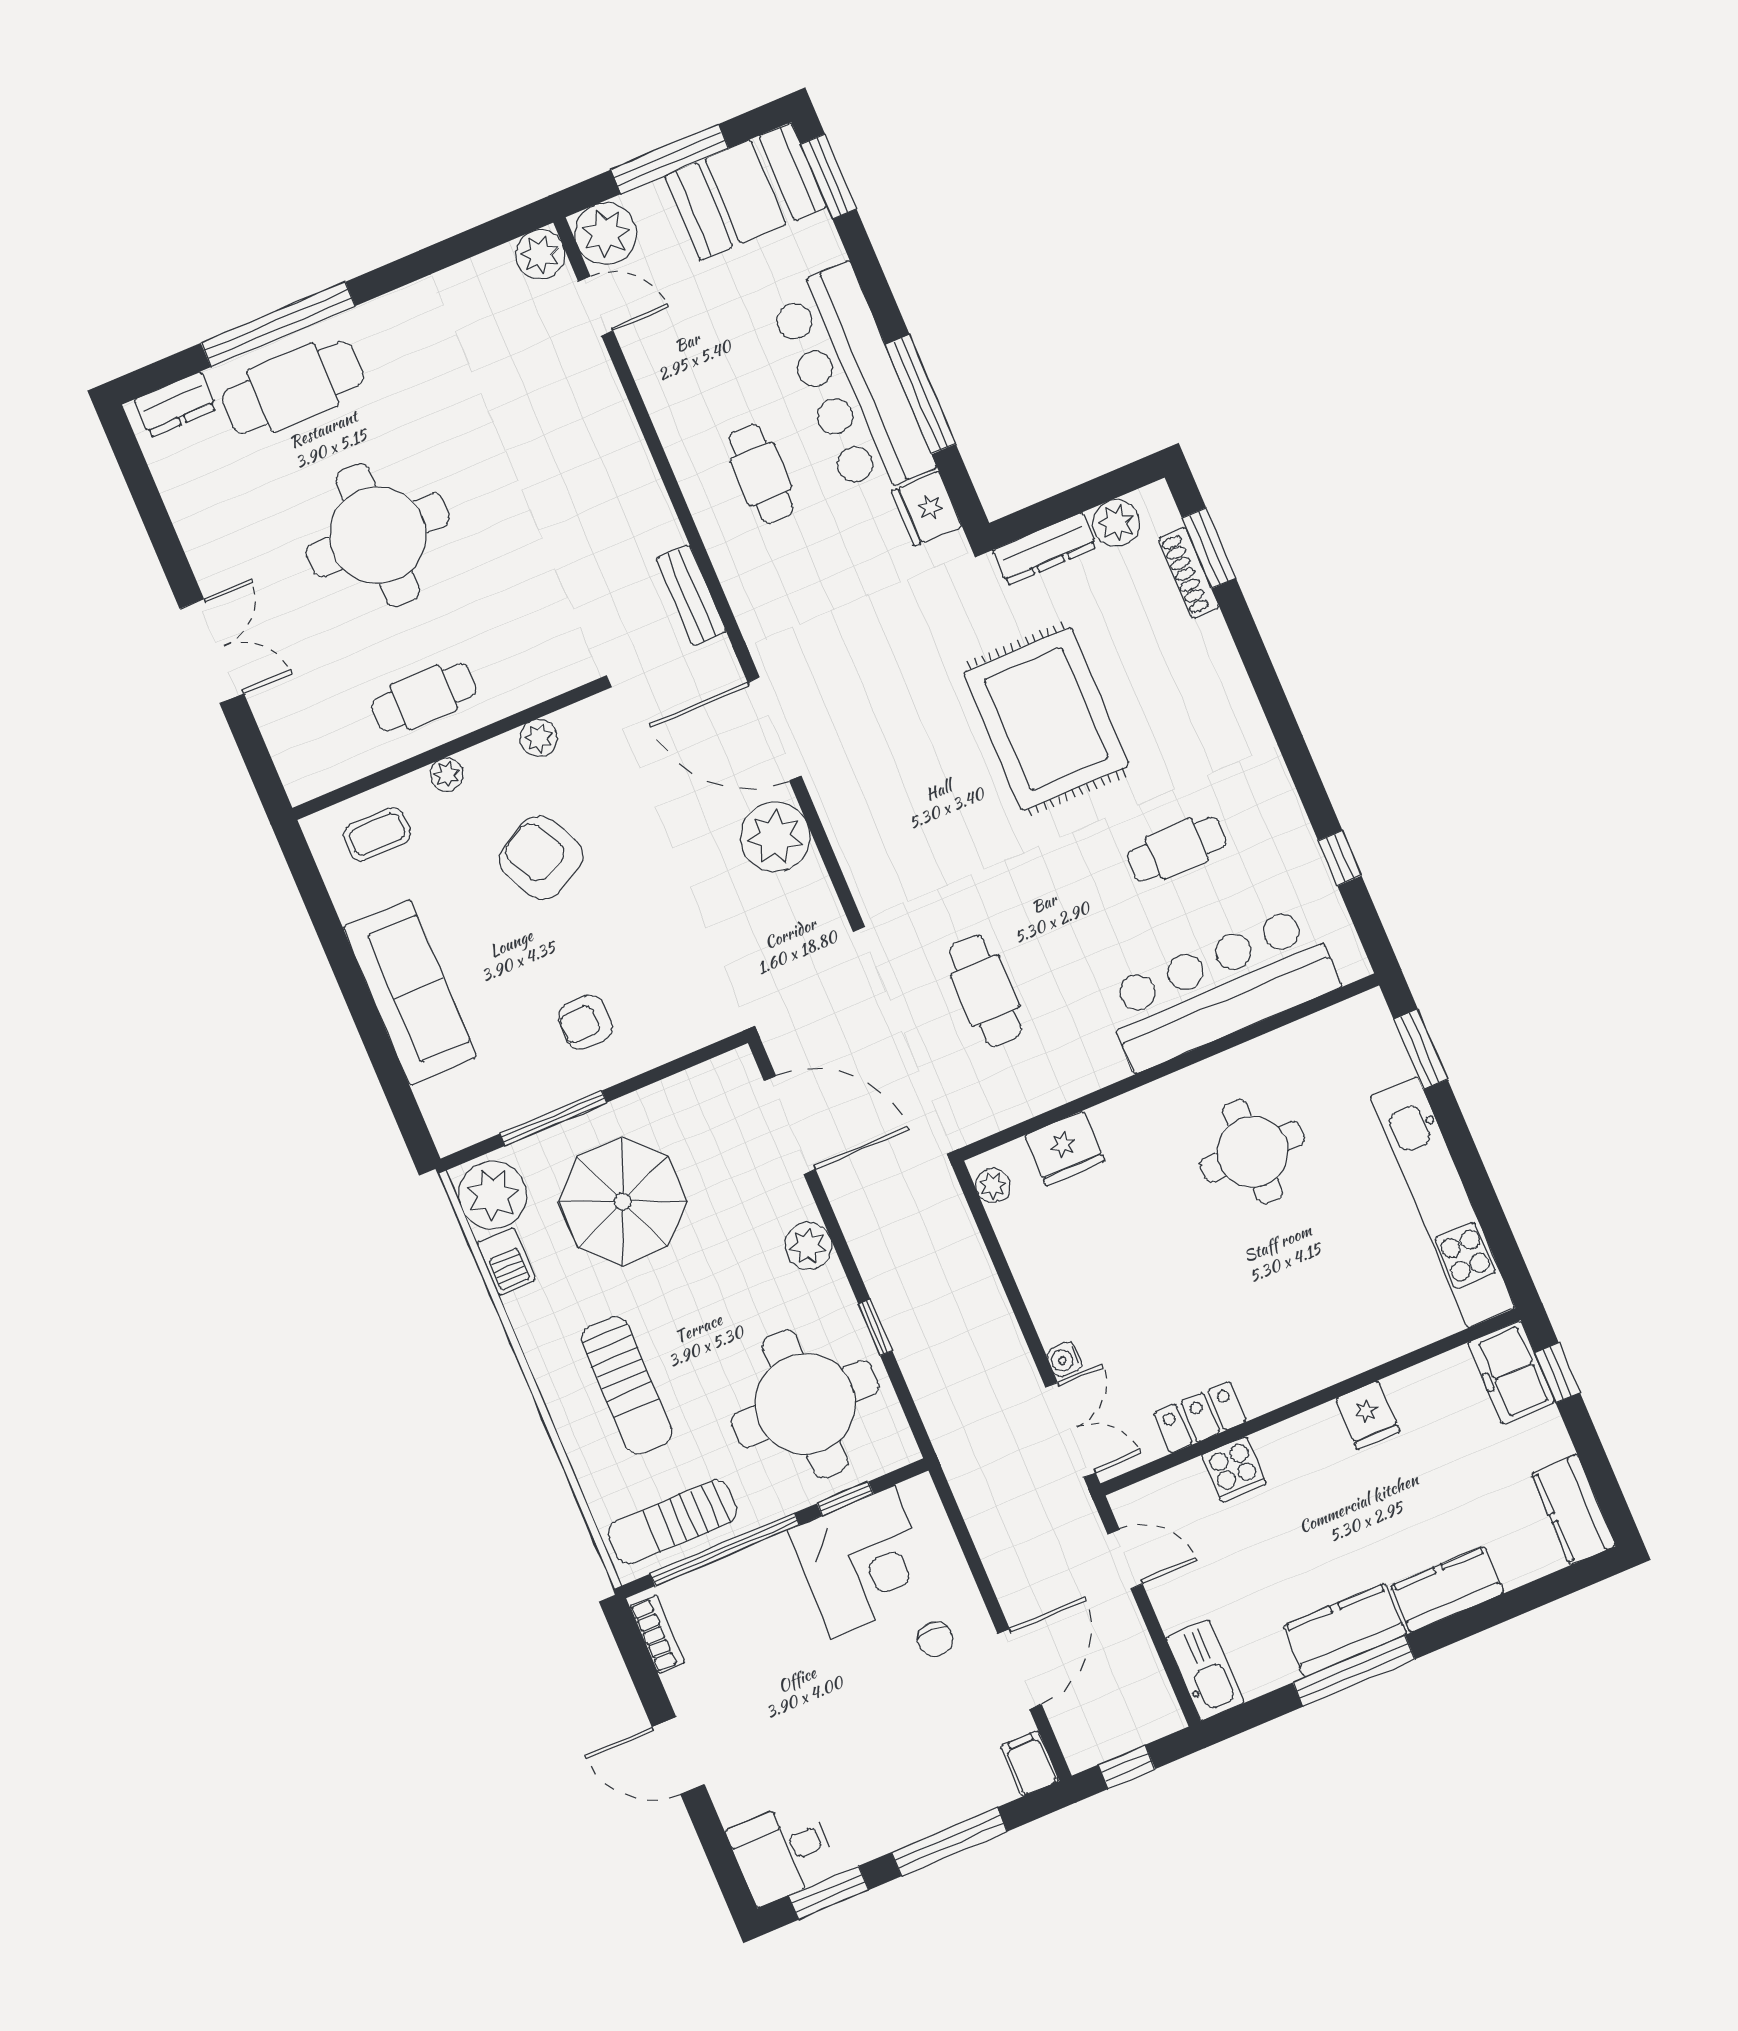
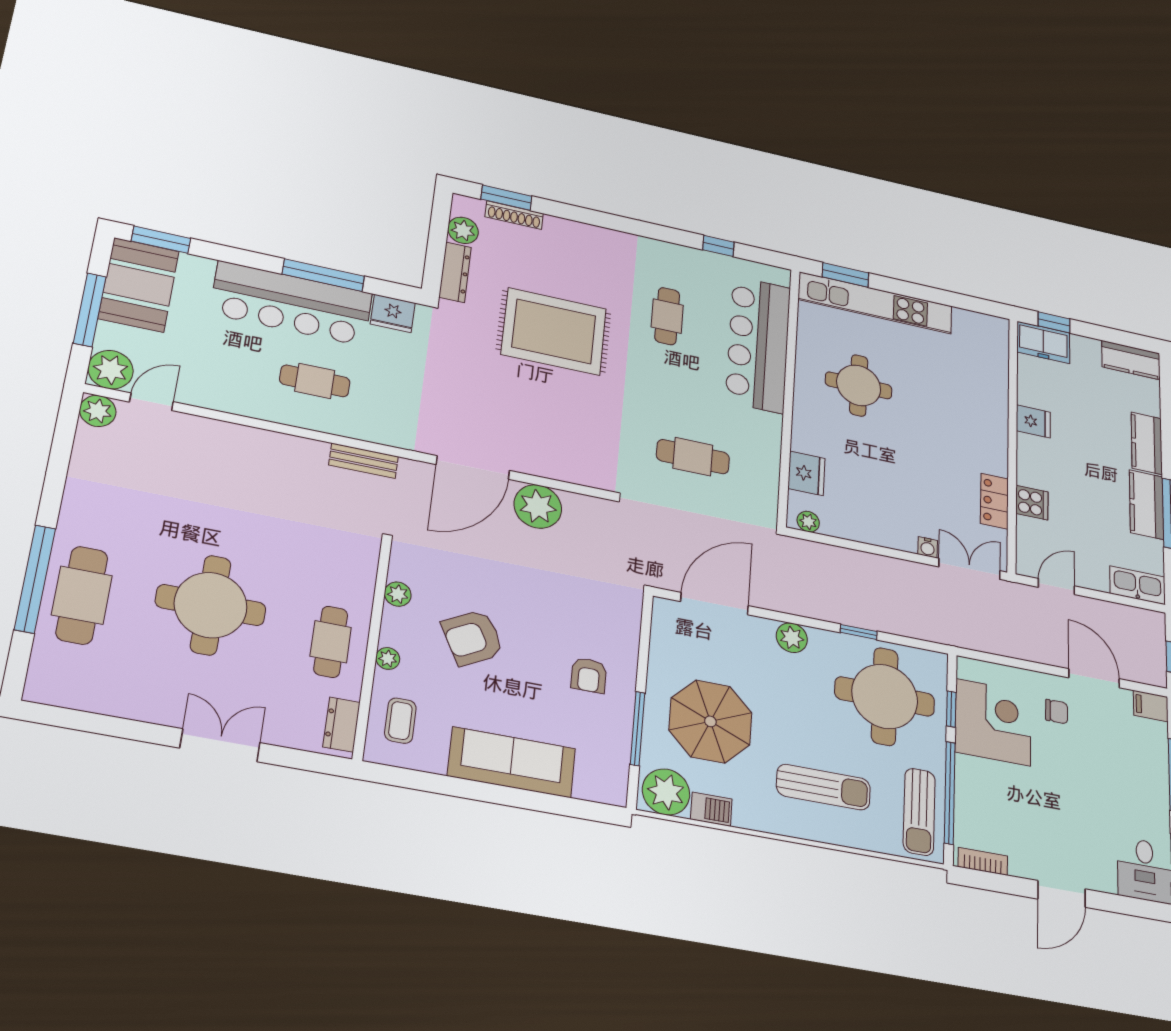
dresser: (175, 405) -> (342, 725), moved, turned 180
kitchen unit: (1443, 1202) -> (875, 303), moved

